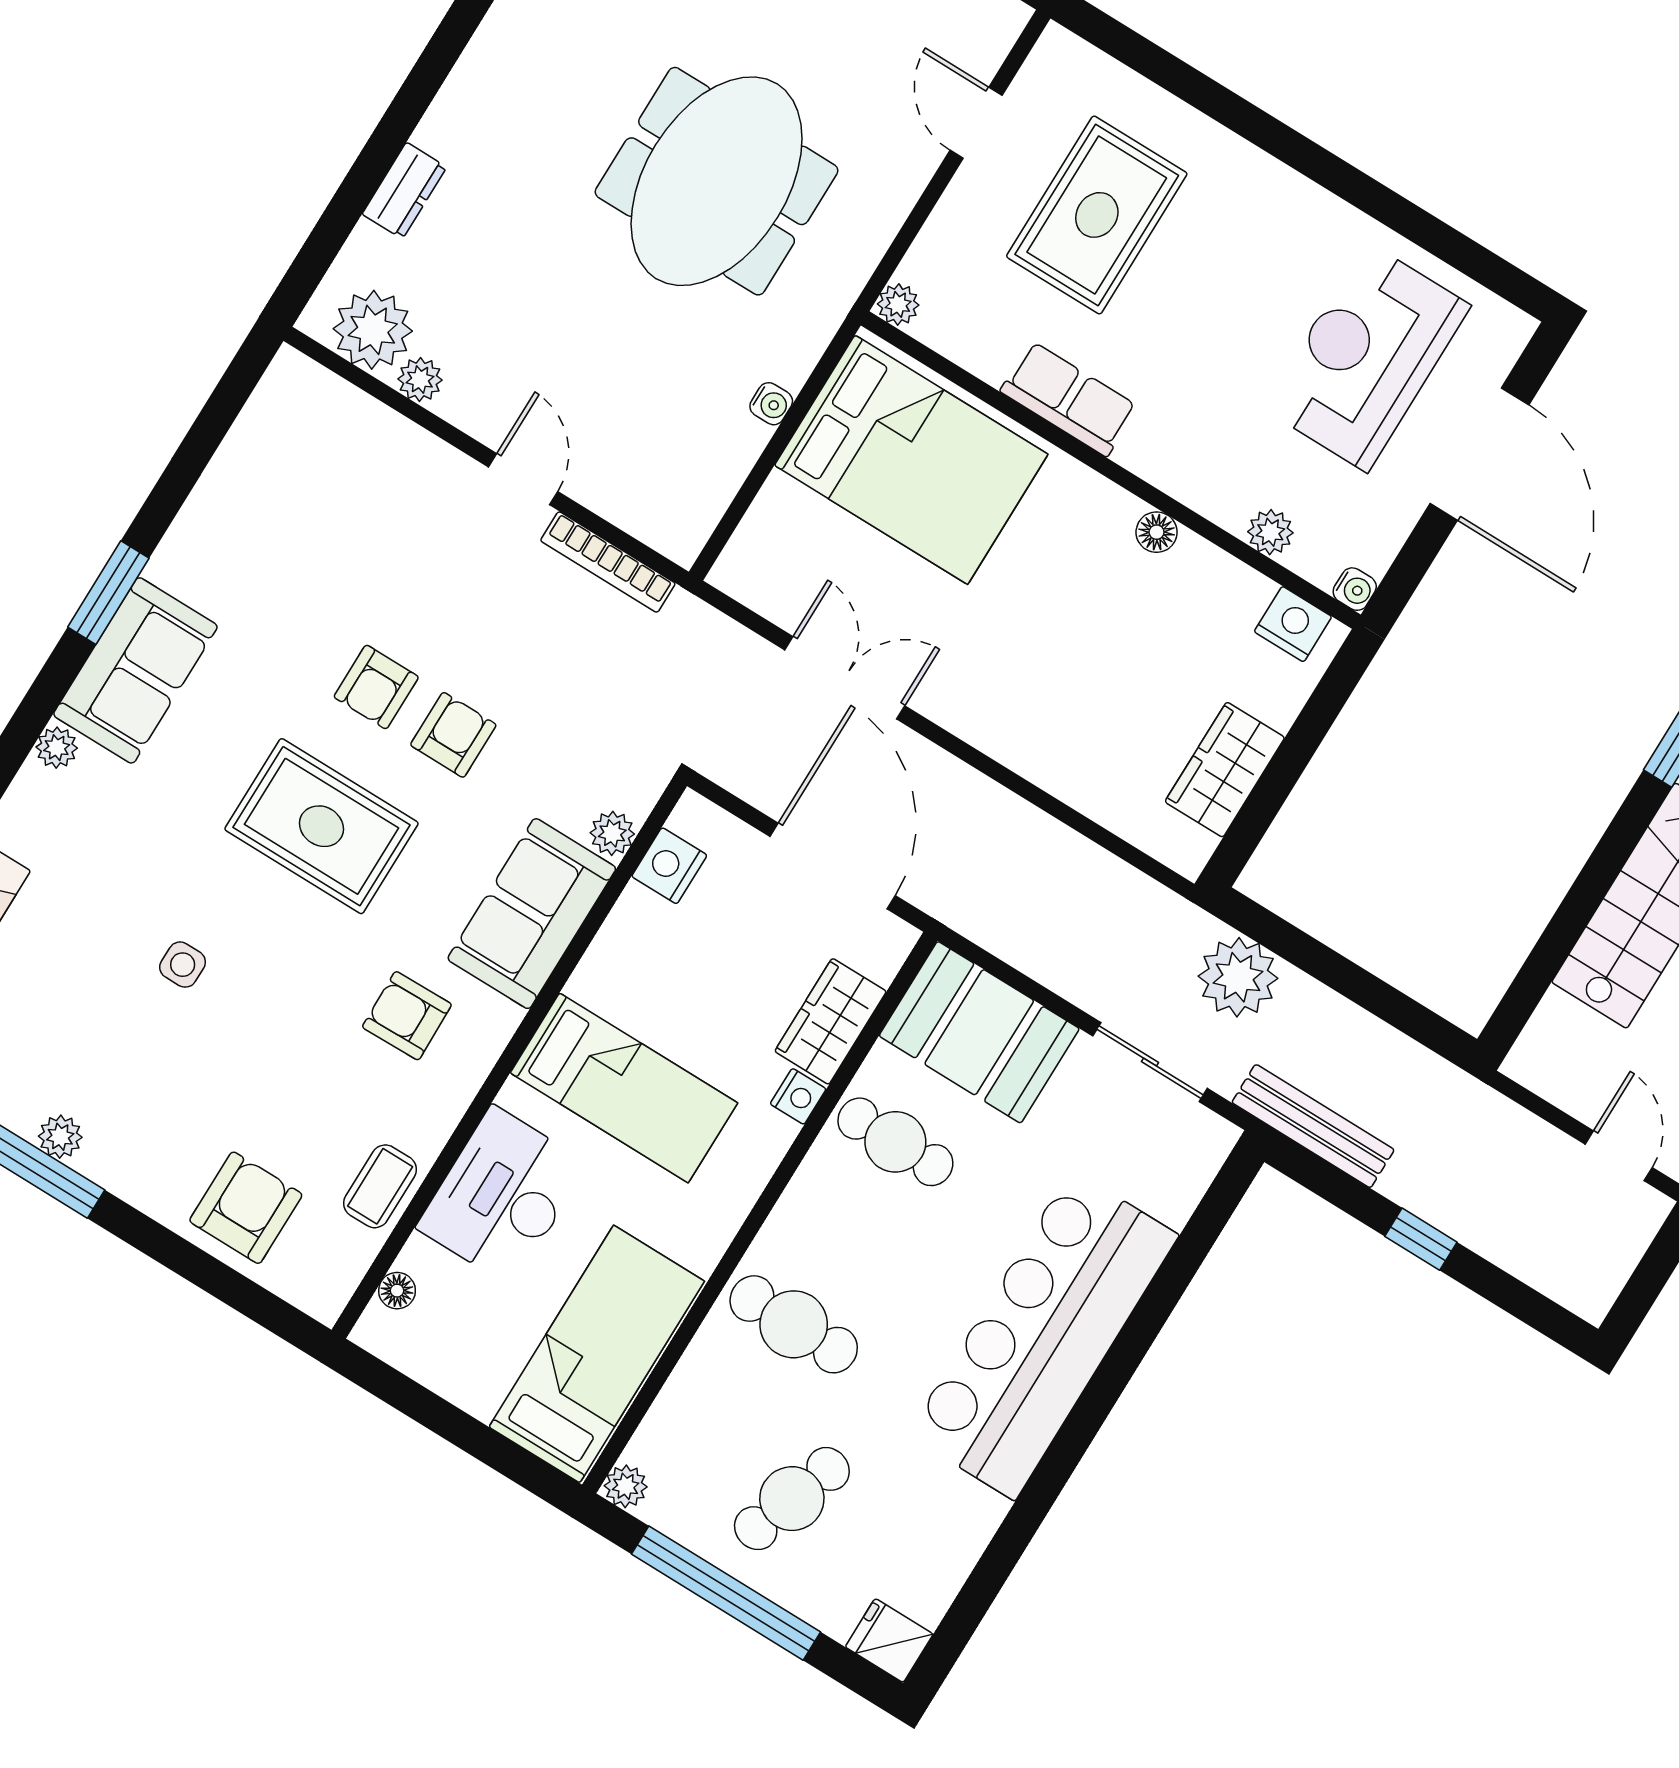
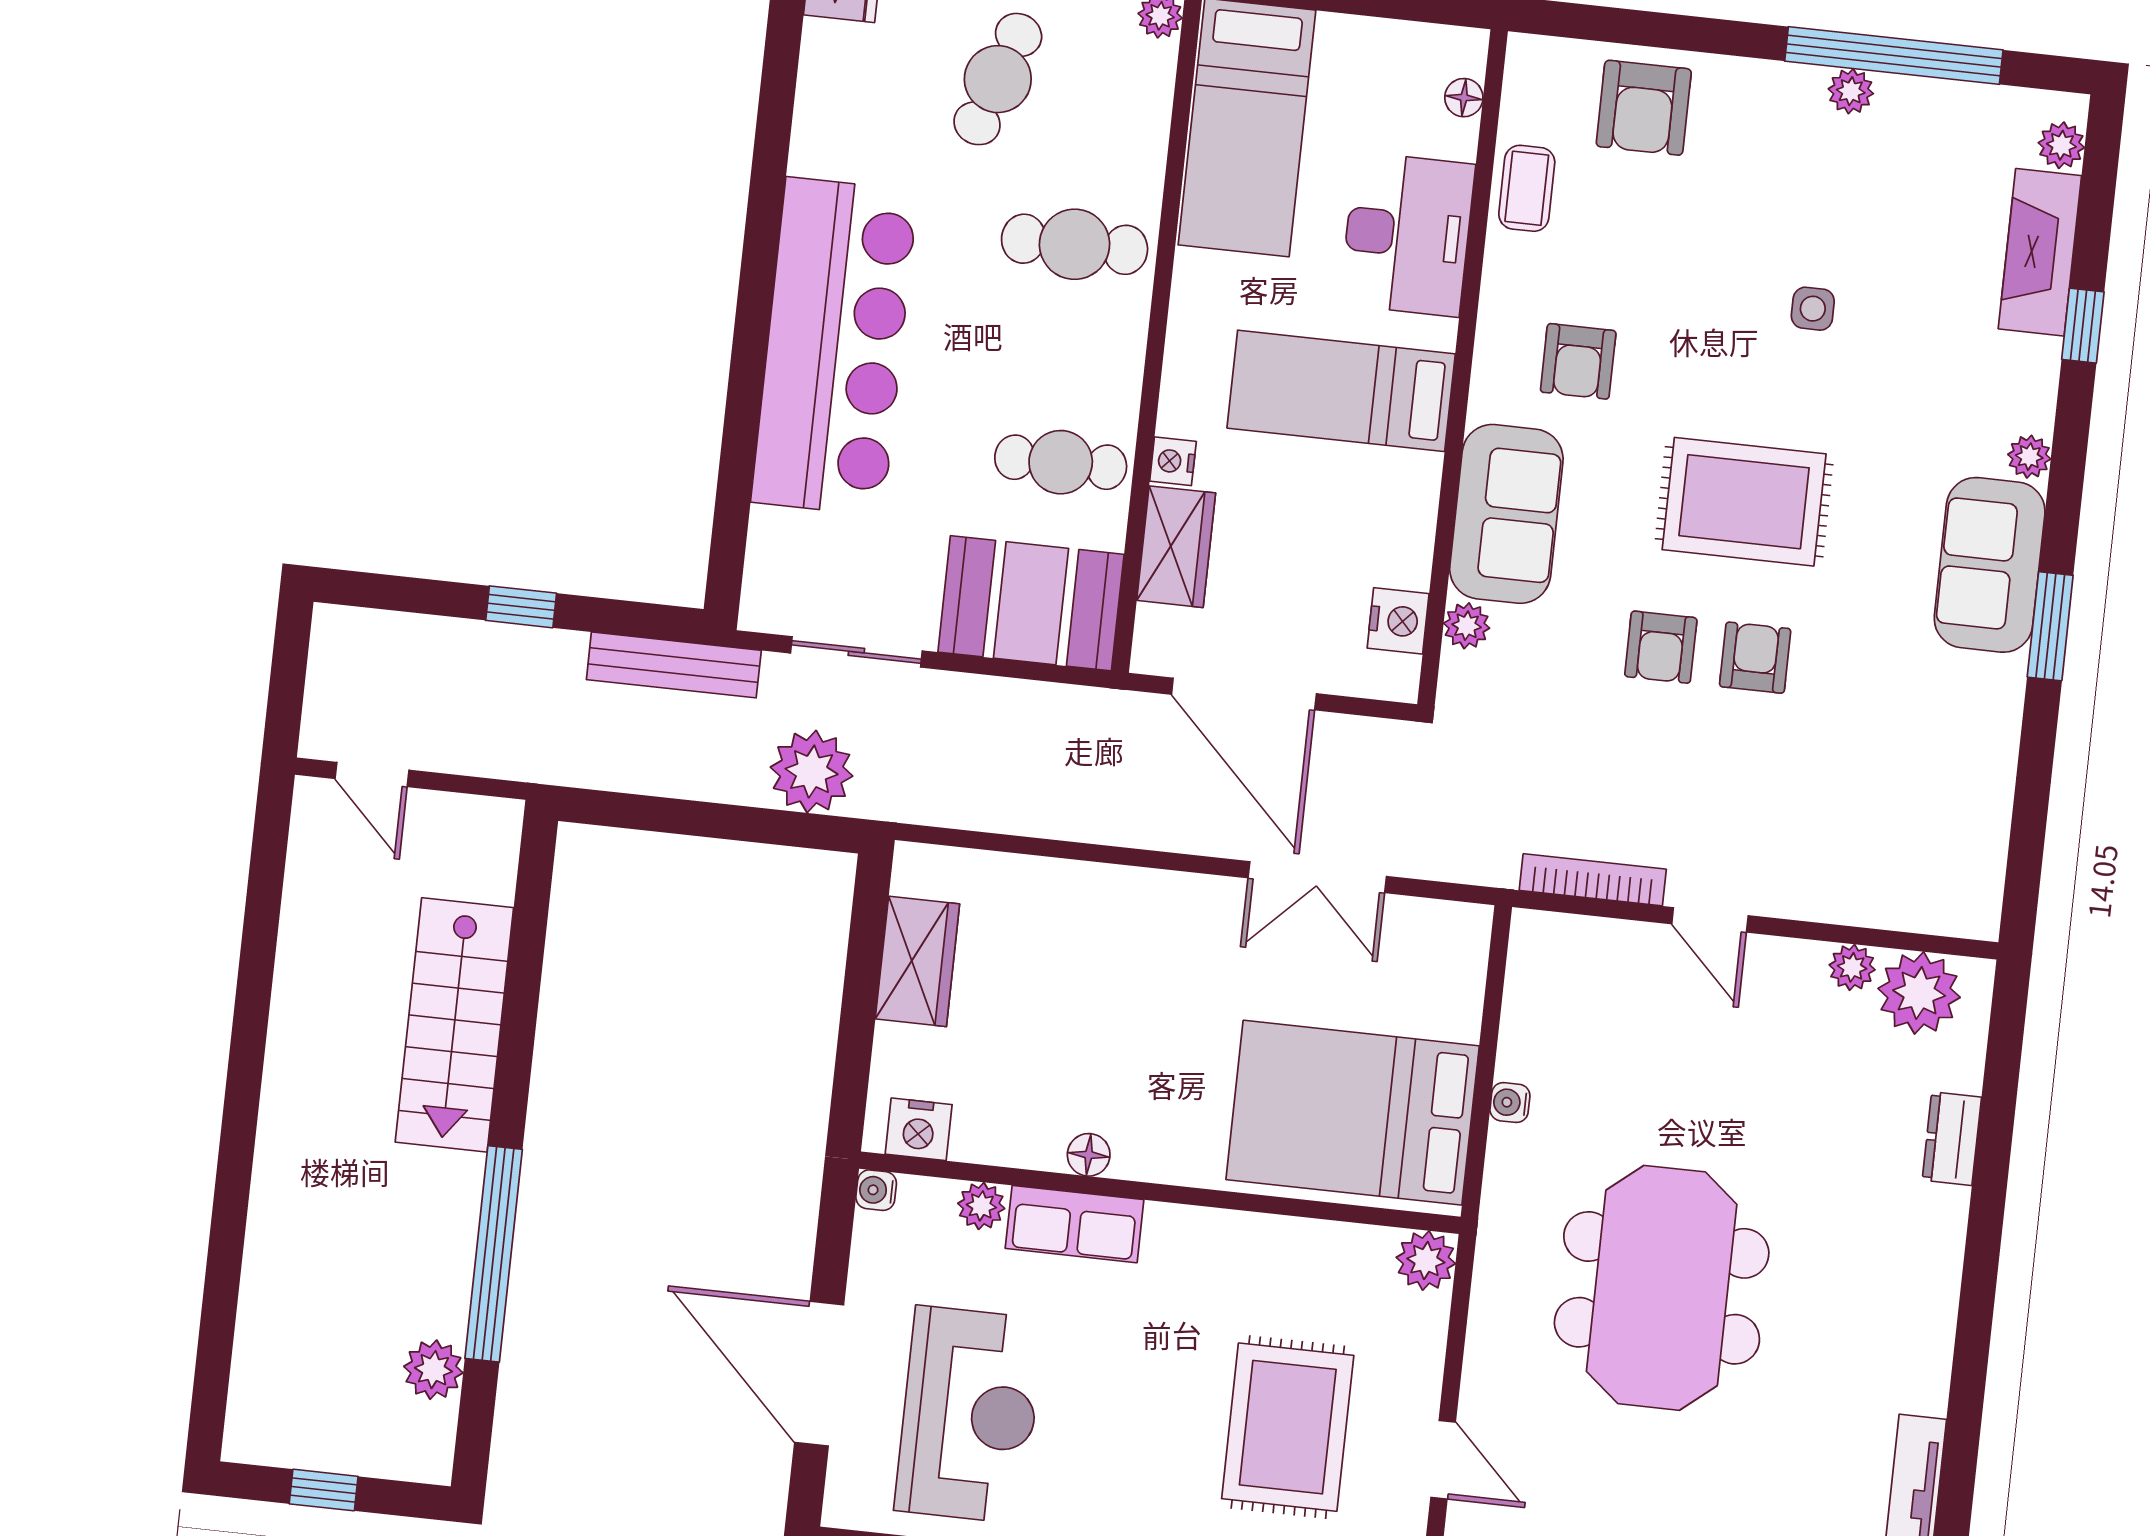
plant: (898, 304) -> (1426, 1261), width x1.38, depth x1.38
row of seats: (1069, 399) -> (1075, 1224), moved
armchair: (407, 1016) -> (1578, 361), turned 91

